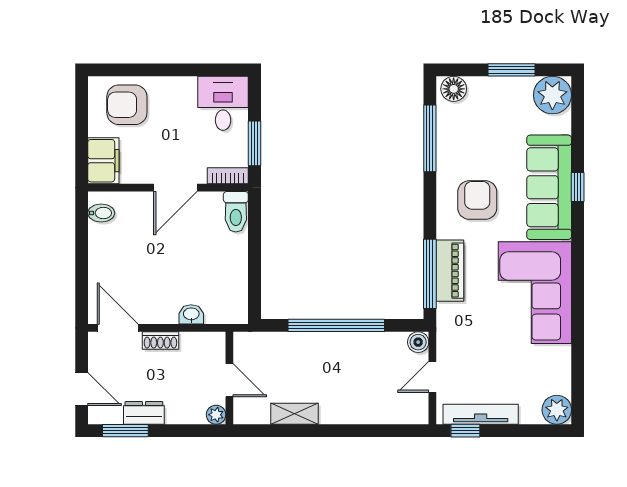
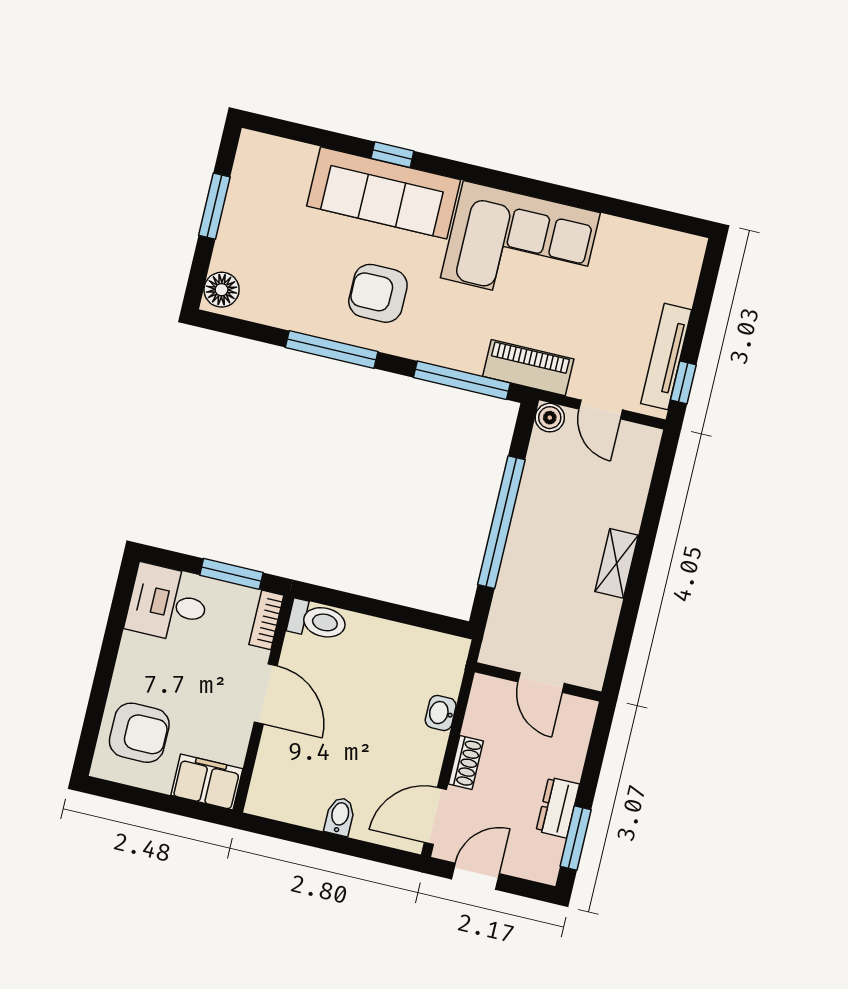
plant: (552, 95) -> (261, 159), removed
armchair: (127, 105) -> (139, 733), turned -90
window: (430, 138) -> (332, 349), moved
bidet: (101, 213) -> (340, 816), moved
piano: (450, 271) -> (528, 368), moved
door: (229, 380) -> (541, 683), swing flipped
door: (82, 389) -> (476, 876), moved
plant: (557, 410) -> (684, 253), removed
shelving: (294, 414) -> (617, 563), moved
plant: (216, 415) -> (583, 711), removed

